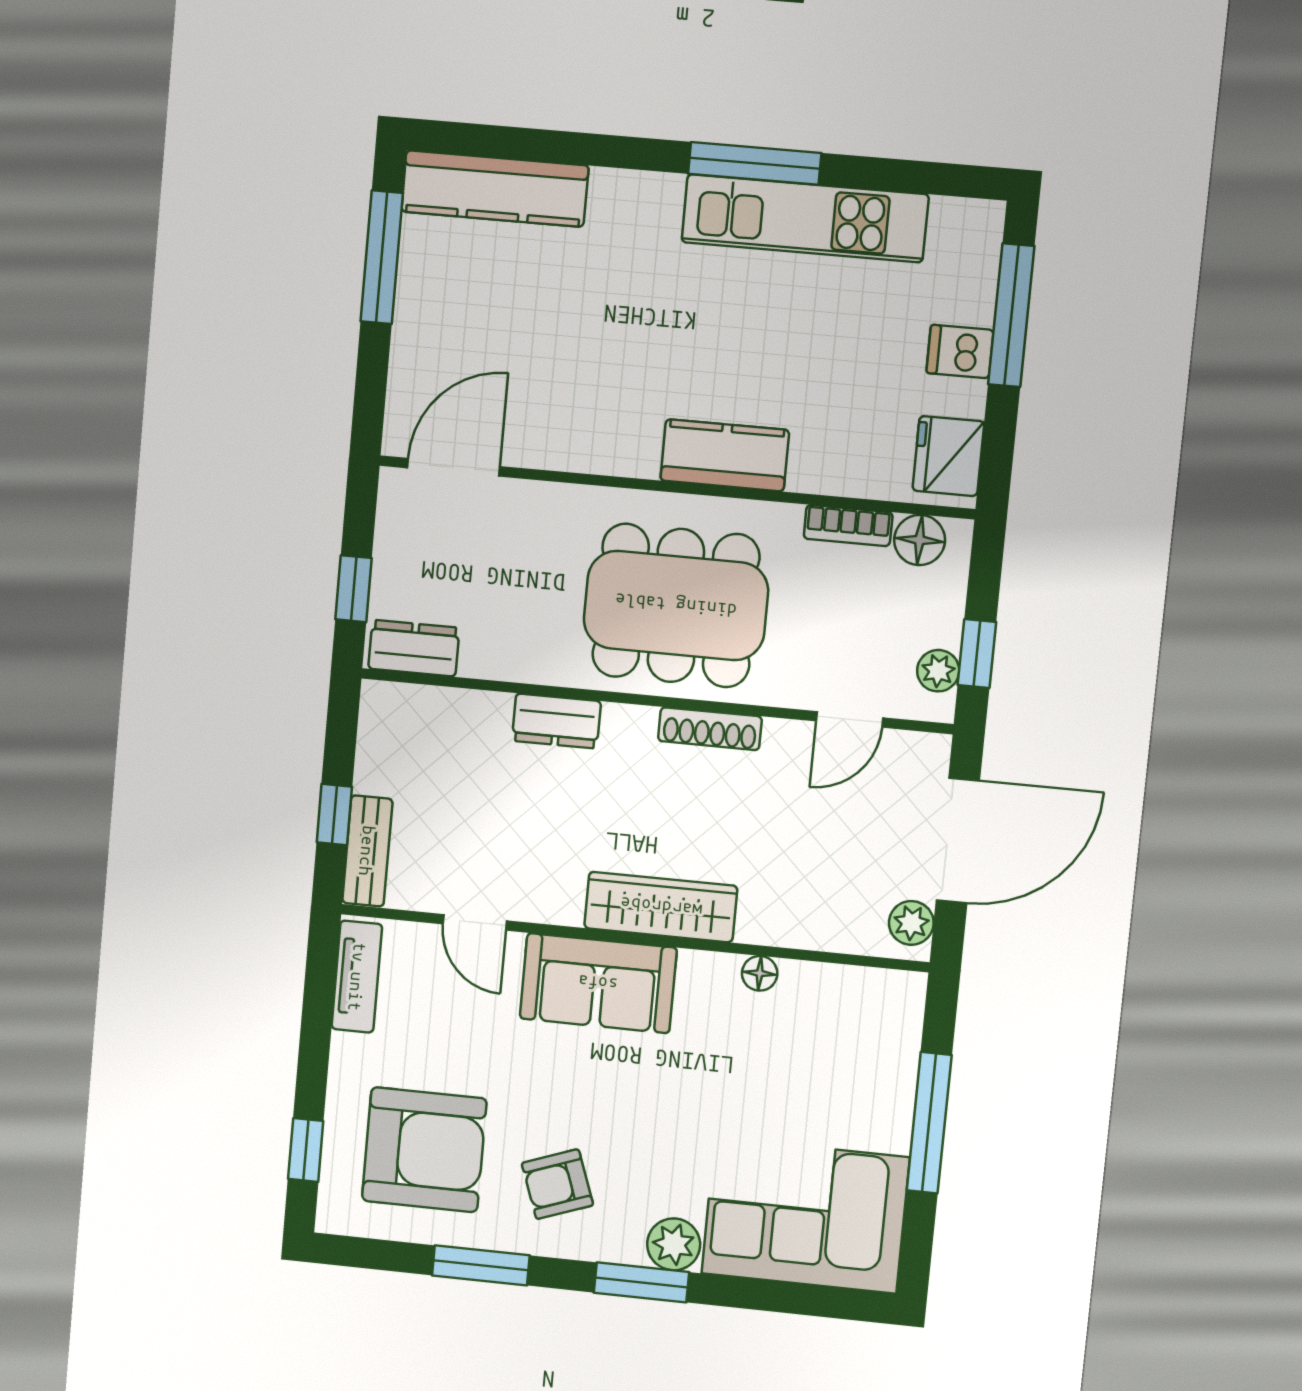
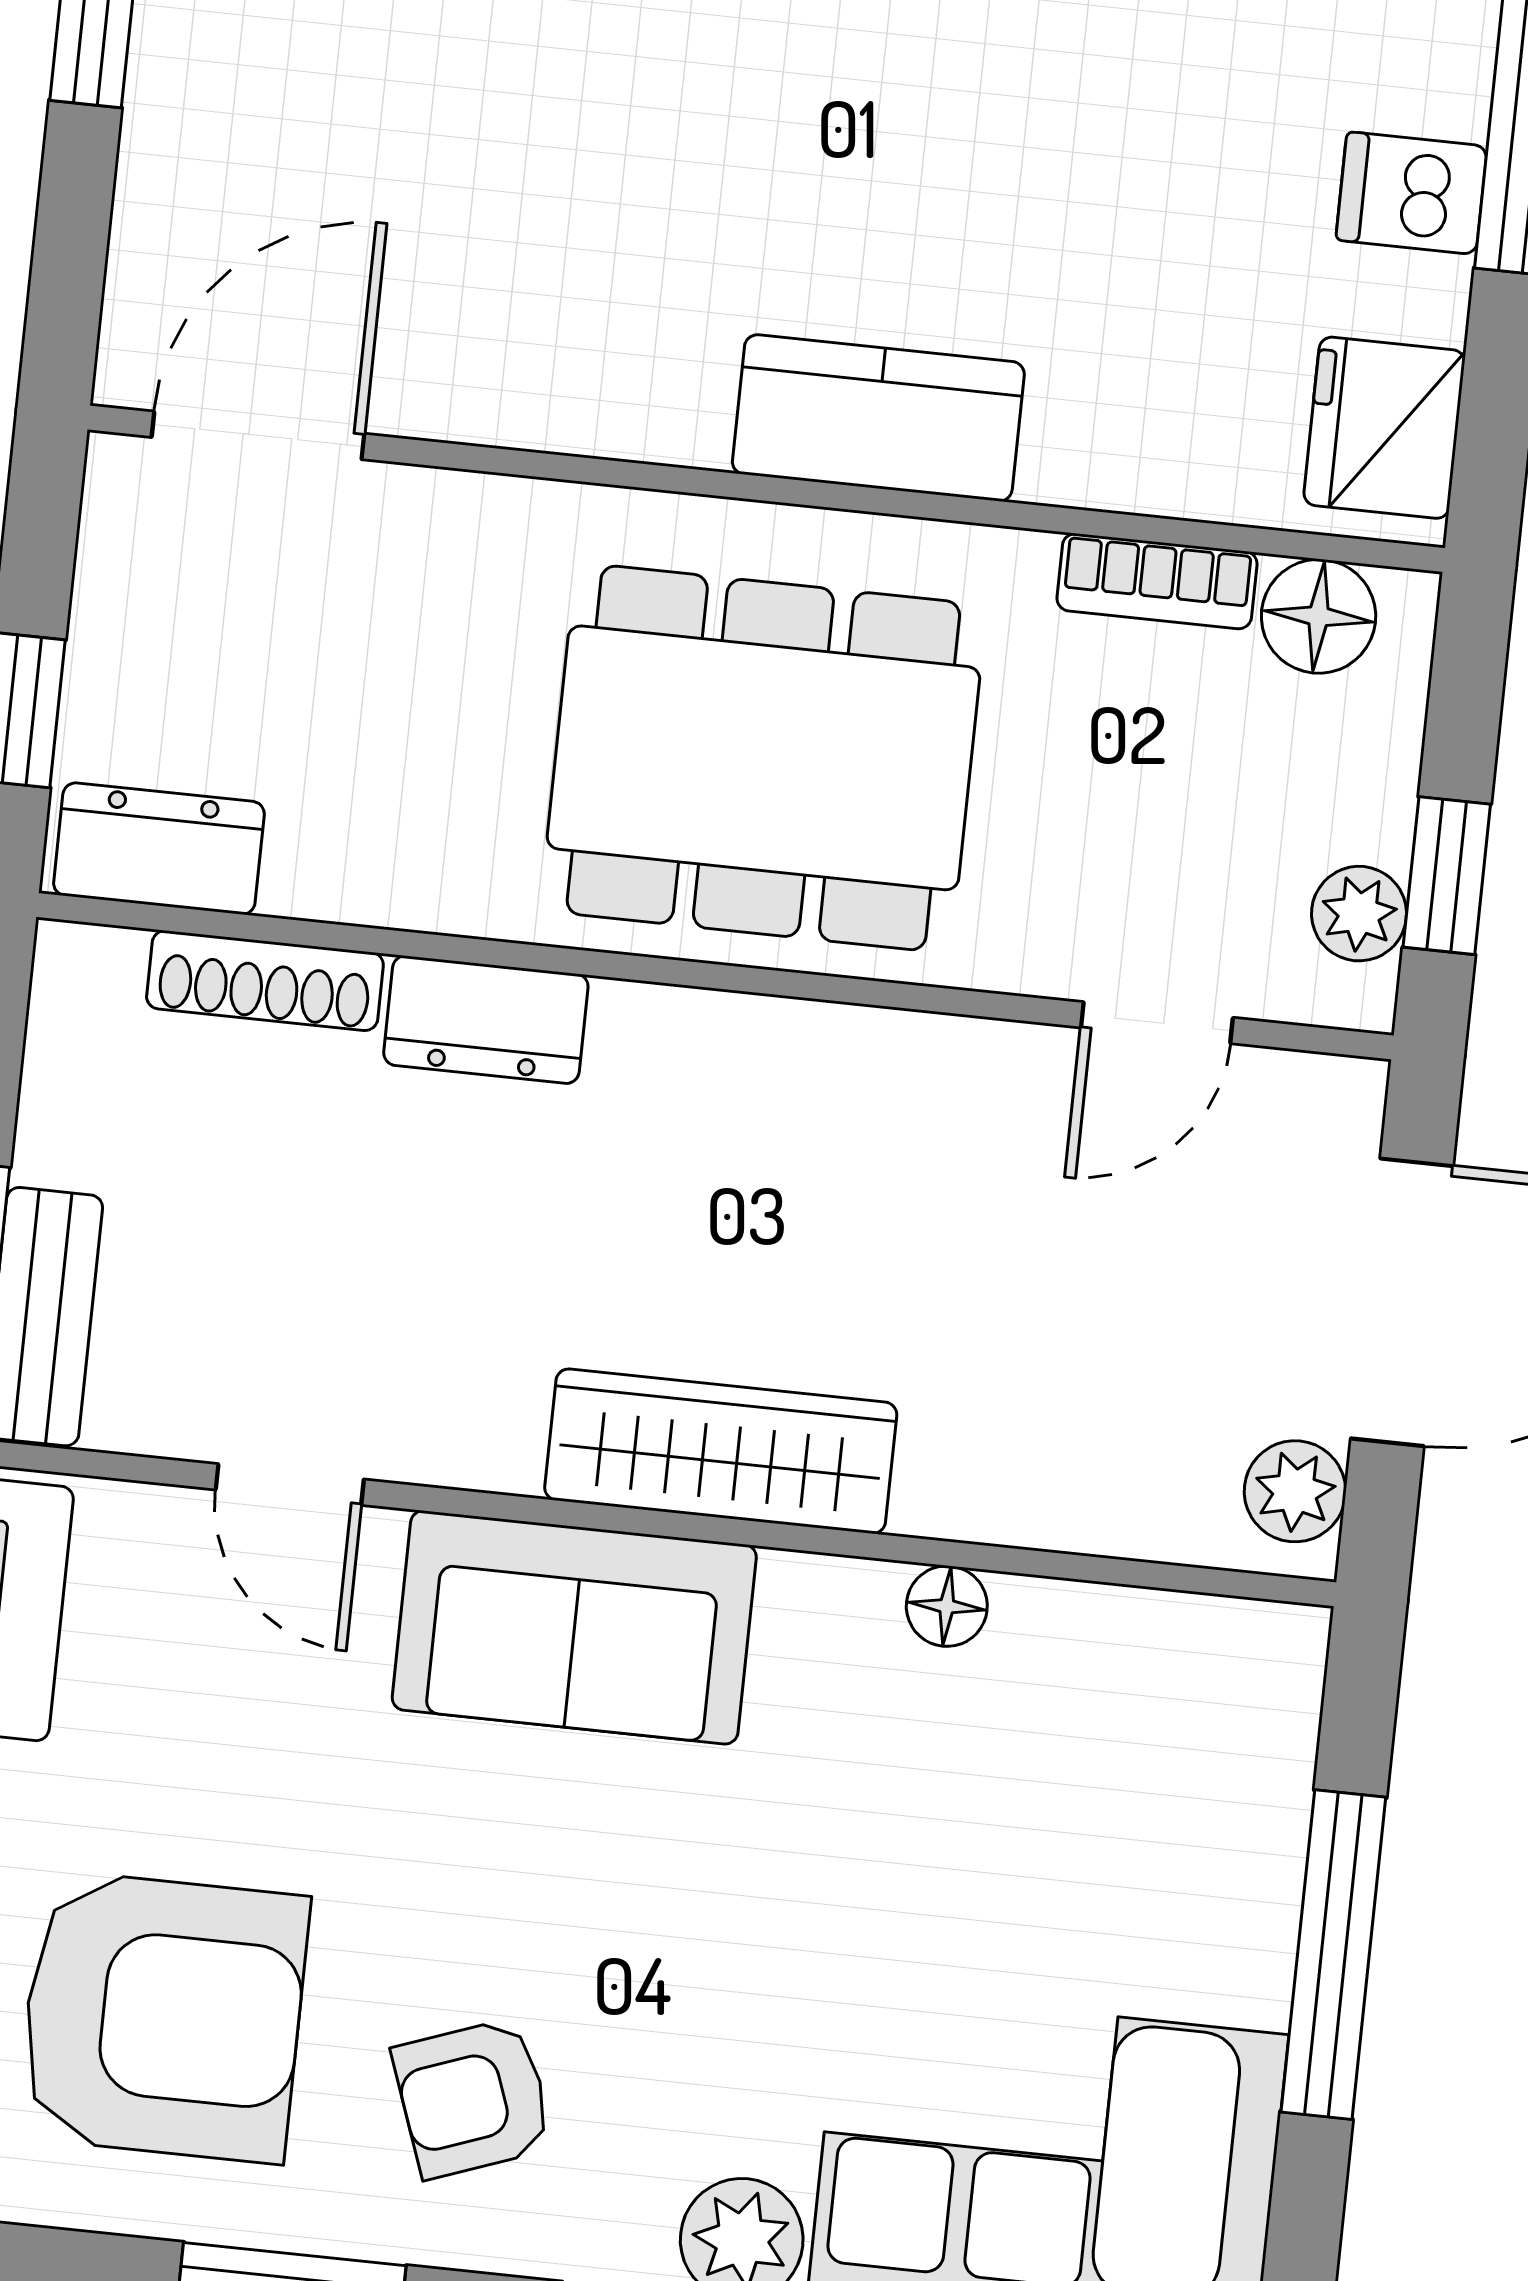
shoe rack: (710, 729) -> (265, 981), moved

